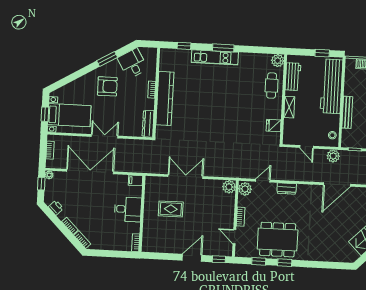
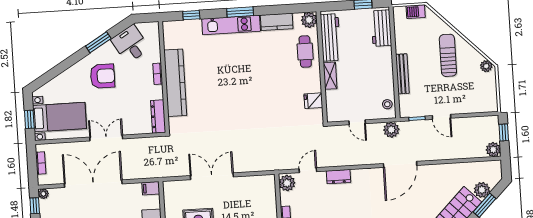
kitchen counter: (252, 59) -> (277, 22), added
workbench: (293, 77) -> (330, 38), width x1.38
workbench: (332, 86) -> (381, 28), width x0.53, depth x0.76
plant: (229, 187) -> (267, 183), removed

